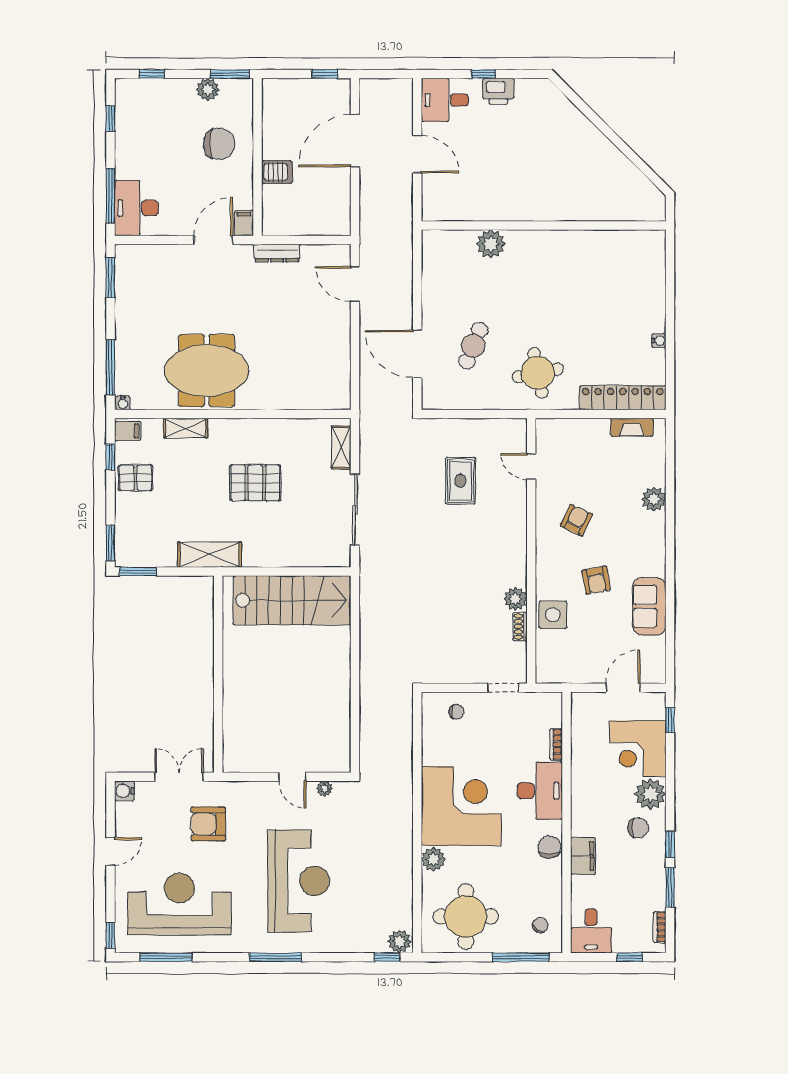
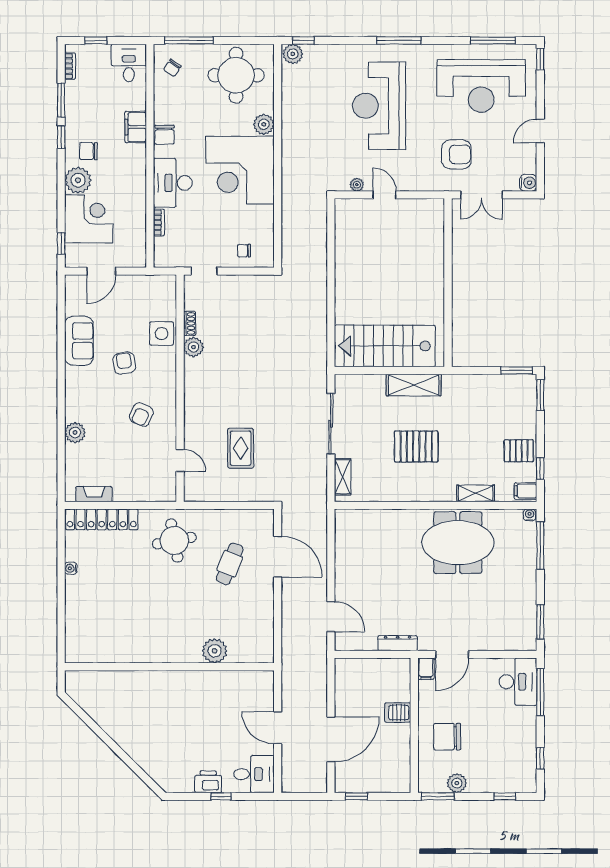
shelving: (209, 555) -> (414, 385), moved

